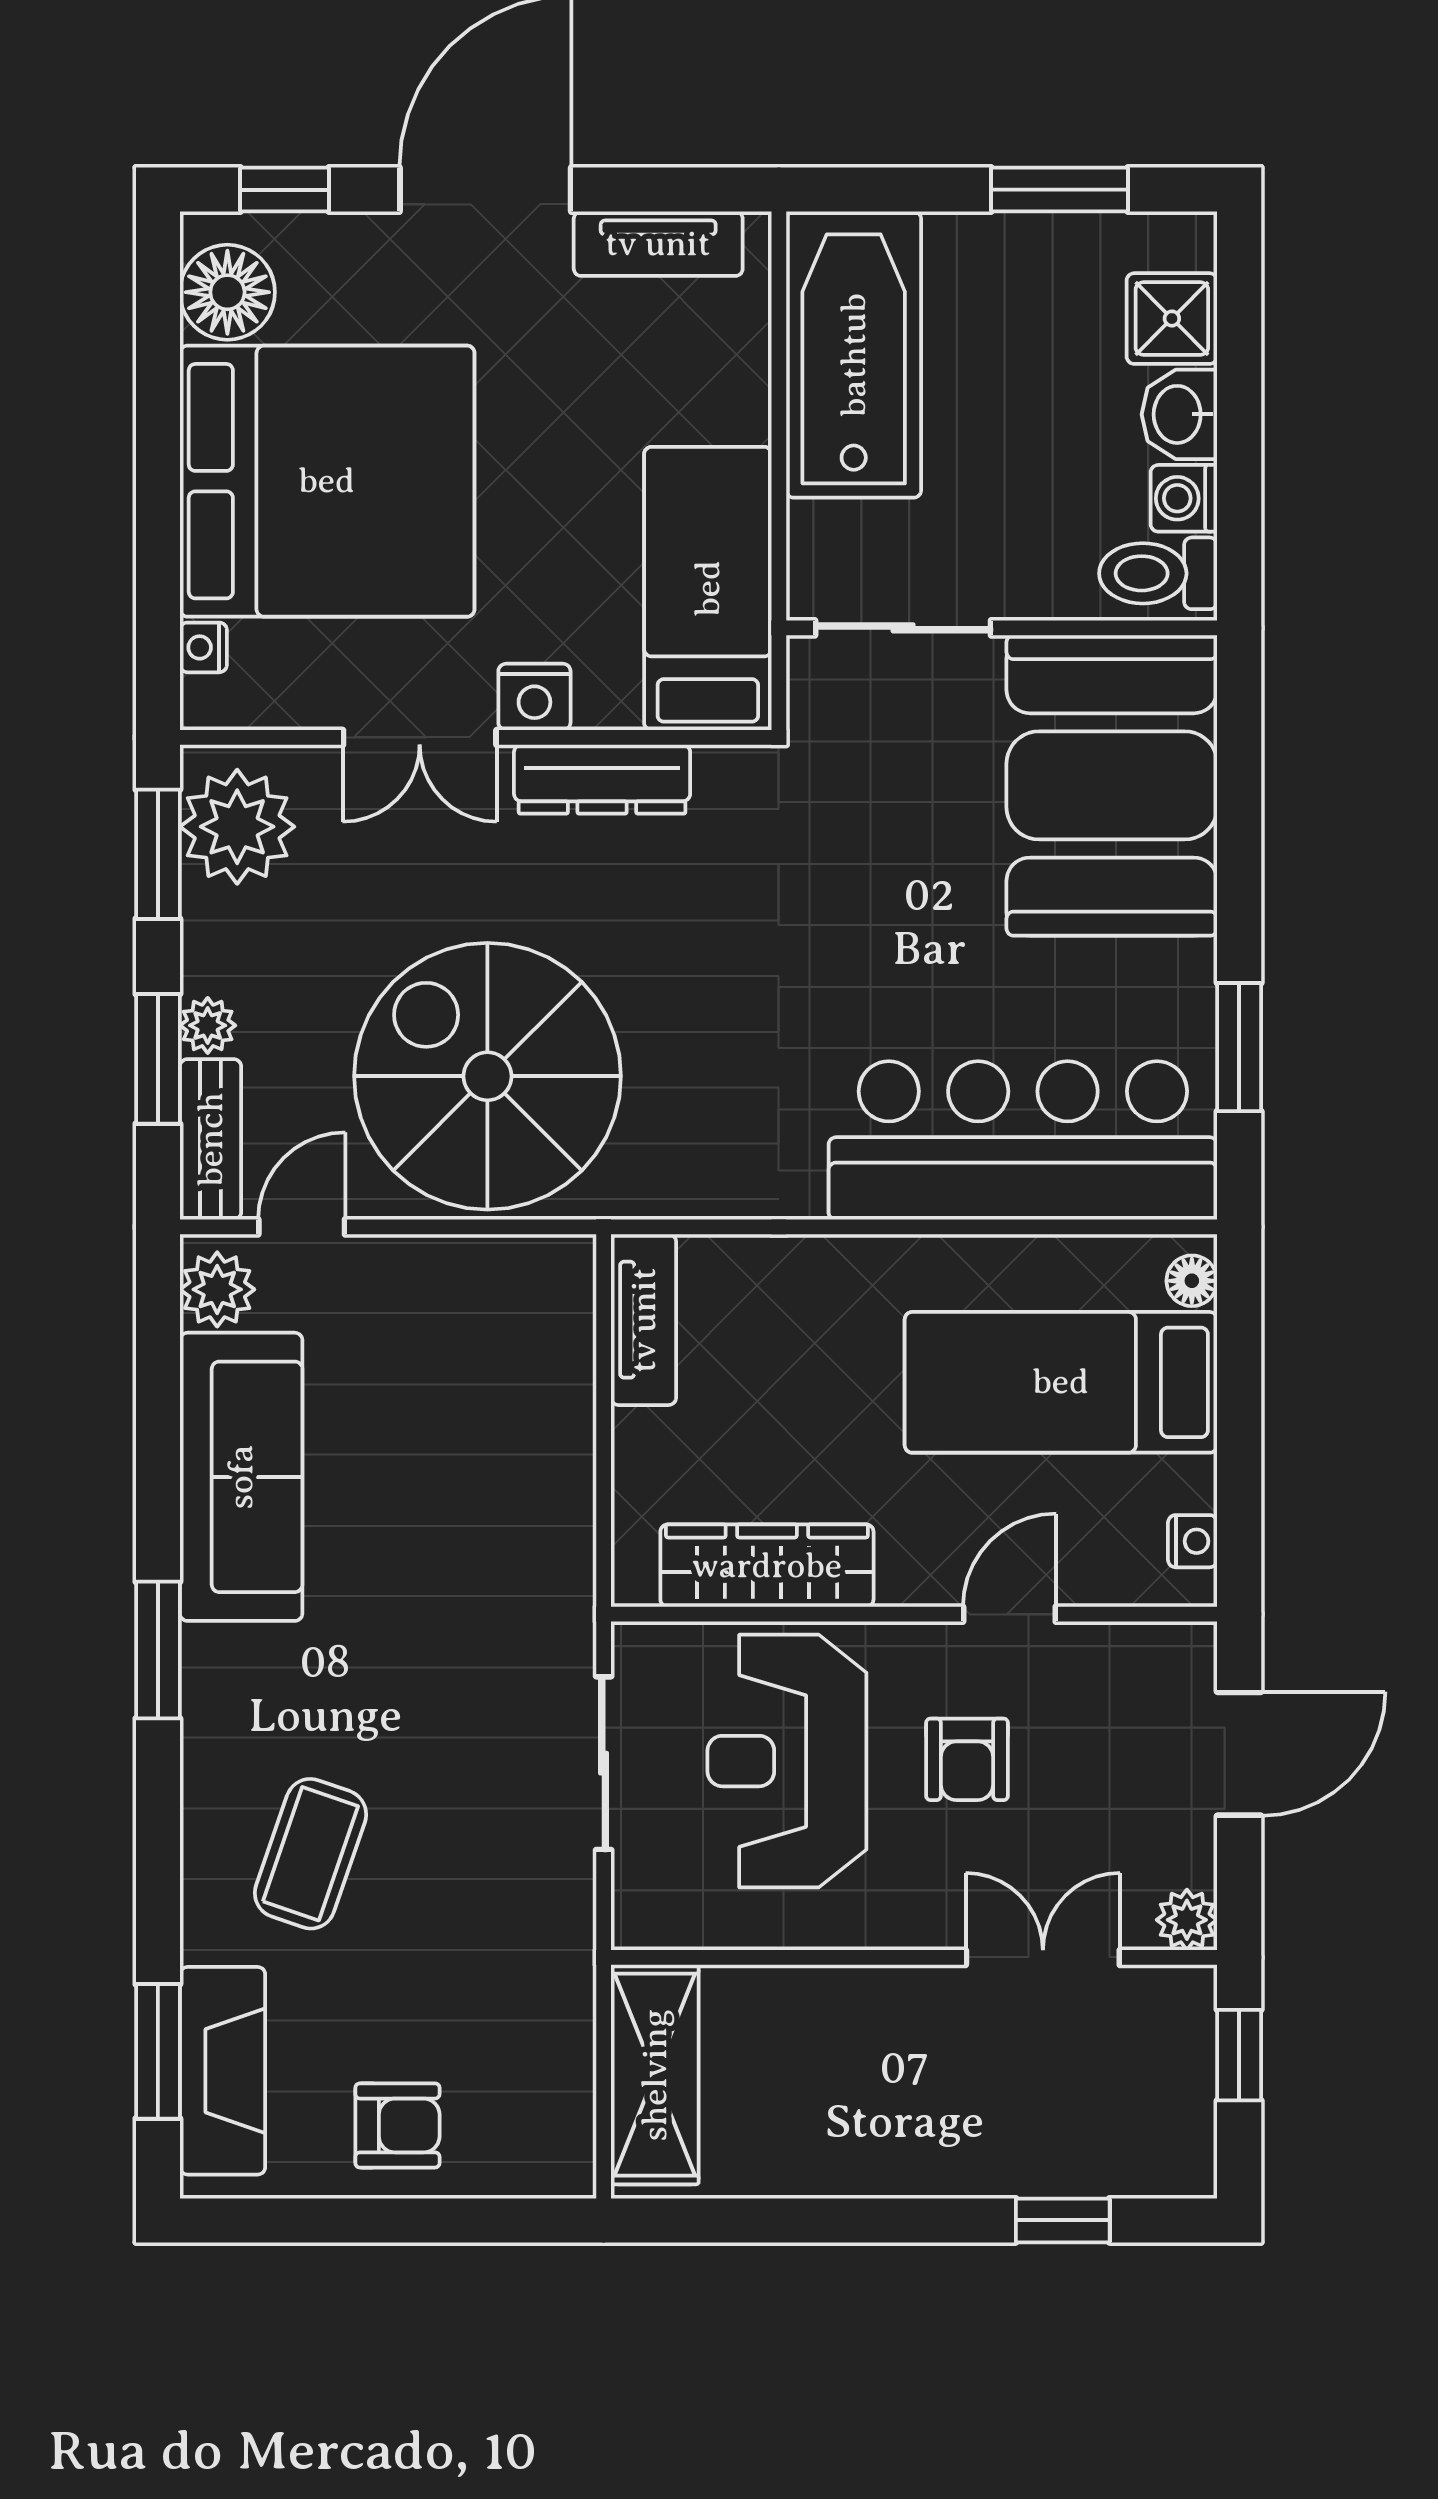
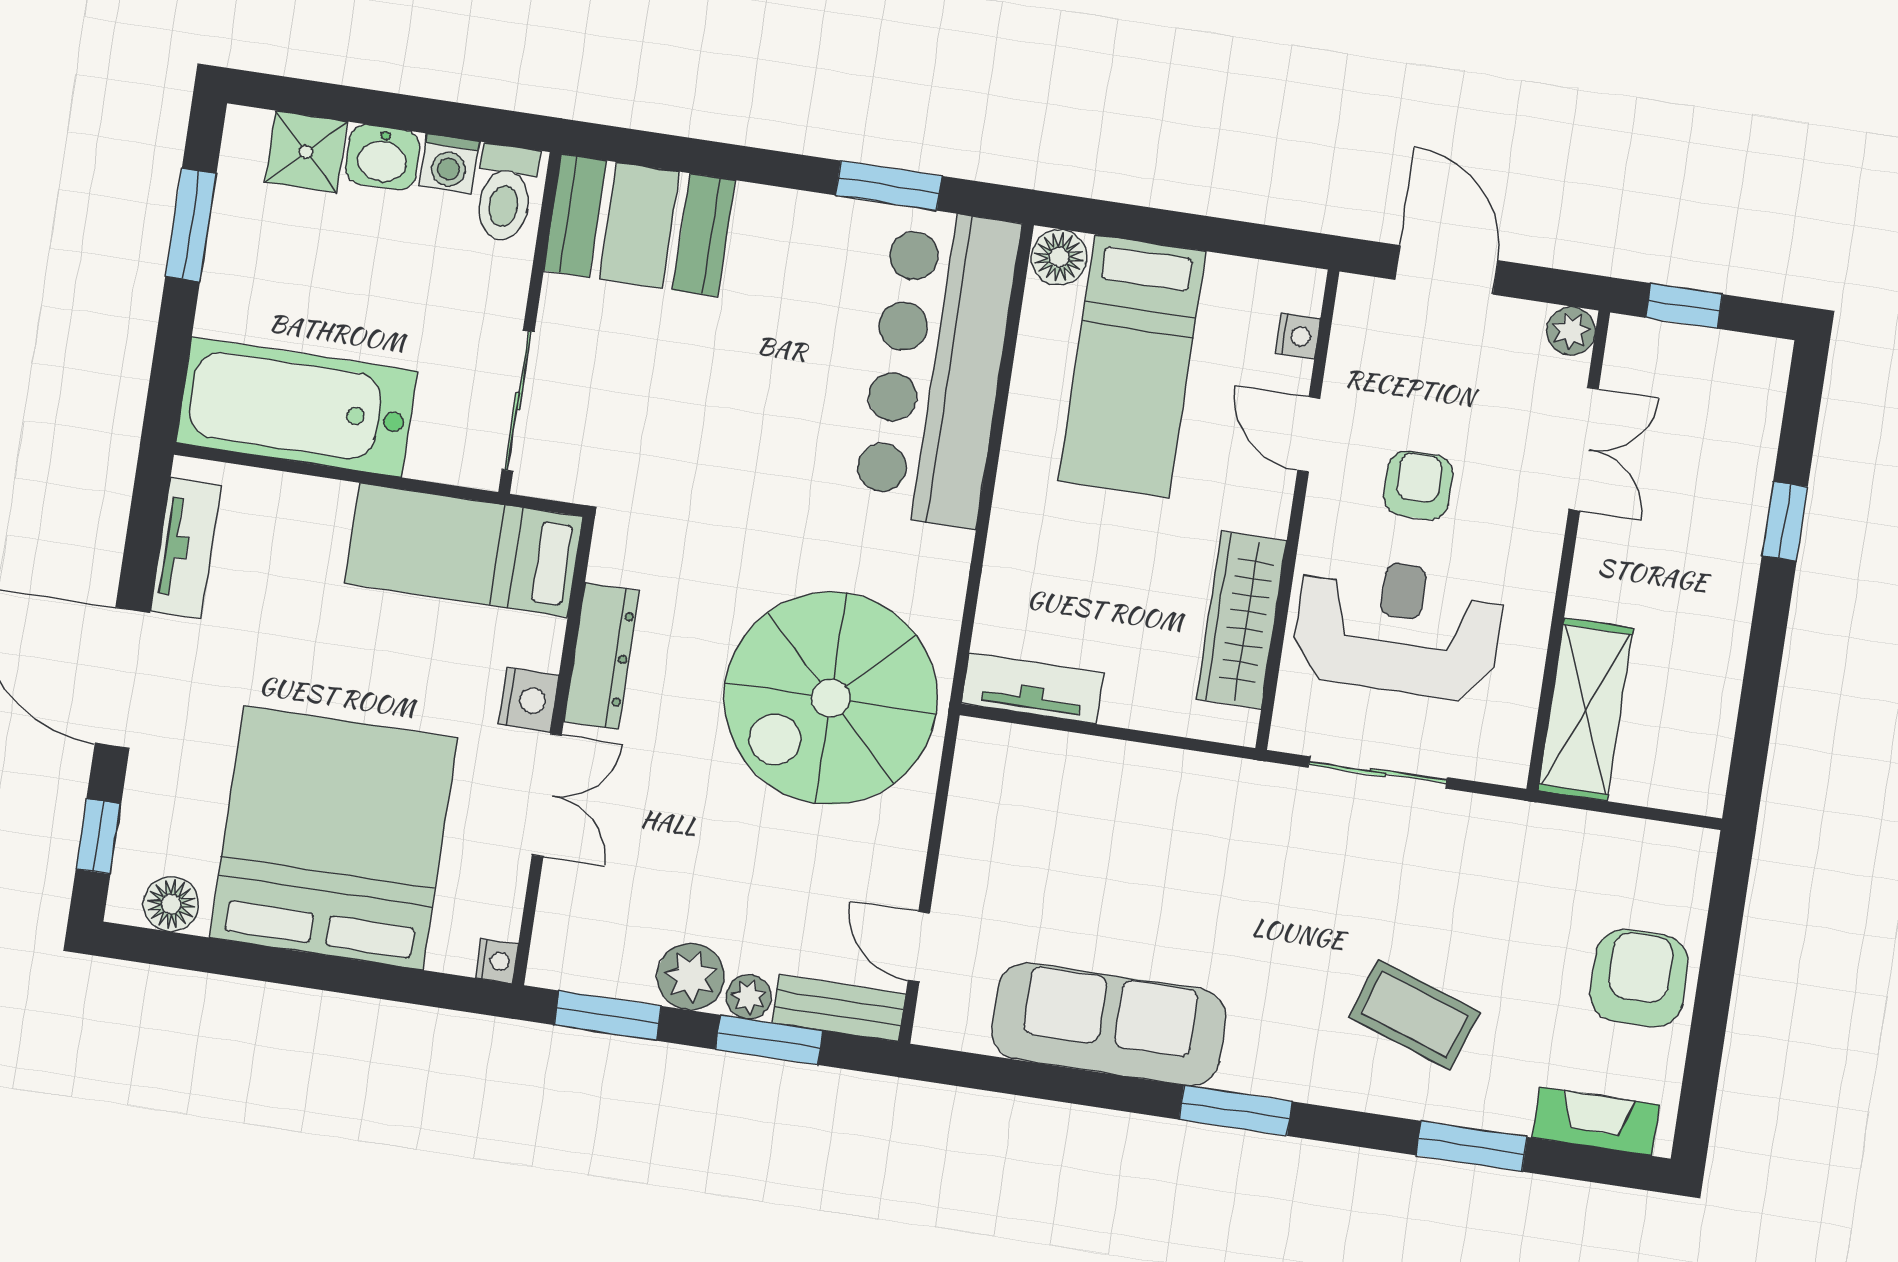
floor lamp: (227, 292) -> (171, 904), width x0.73, depth x0.73
nightstand: (203, 647) -> (497, 961), moved, turned -90
booth: (1112, 785) -> (639, 225), width x0.73, depth x0.70
plant: (237, 827) -> (691, 977), moved, width x0.73, depth x0.73
spiral stairs: (487, 1076) -> (831, 698), moved
floor lamp: (1192, 1281) -> (1059, 257), width x1.37, depth x1.37
plant: (217, 1289) -> (958, 1021), removed
nightstand: (1193, 1541) -> (1298, 336), moved, turned 90
armchair: (967, 1759) -> (1418, 485), turned -90
reception desk: (787, 1761) -> (1398, 628), turned 180
double door: (1043, 1957) -> (1584, 449), swing flipped
window: (158, 2051) -> (1472, 1146), moved
fireplace: (223, 2071) -> (1596, 1121), width x0.73, depth x0.76
shelving: (655, 2075) -> (1586, 709), moved, turned 90
armchair: (397, 2125) -> (1639, 978), width x1.38, depth x1.38
window: (1063, 2220) -> (1785, 521), moved

